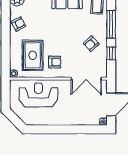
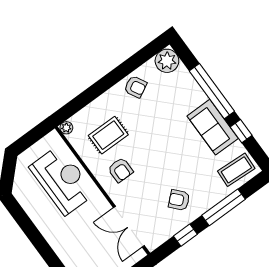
rug: (33, 55) -> (108, 135), width x0.73, depth x0.70

